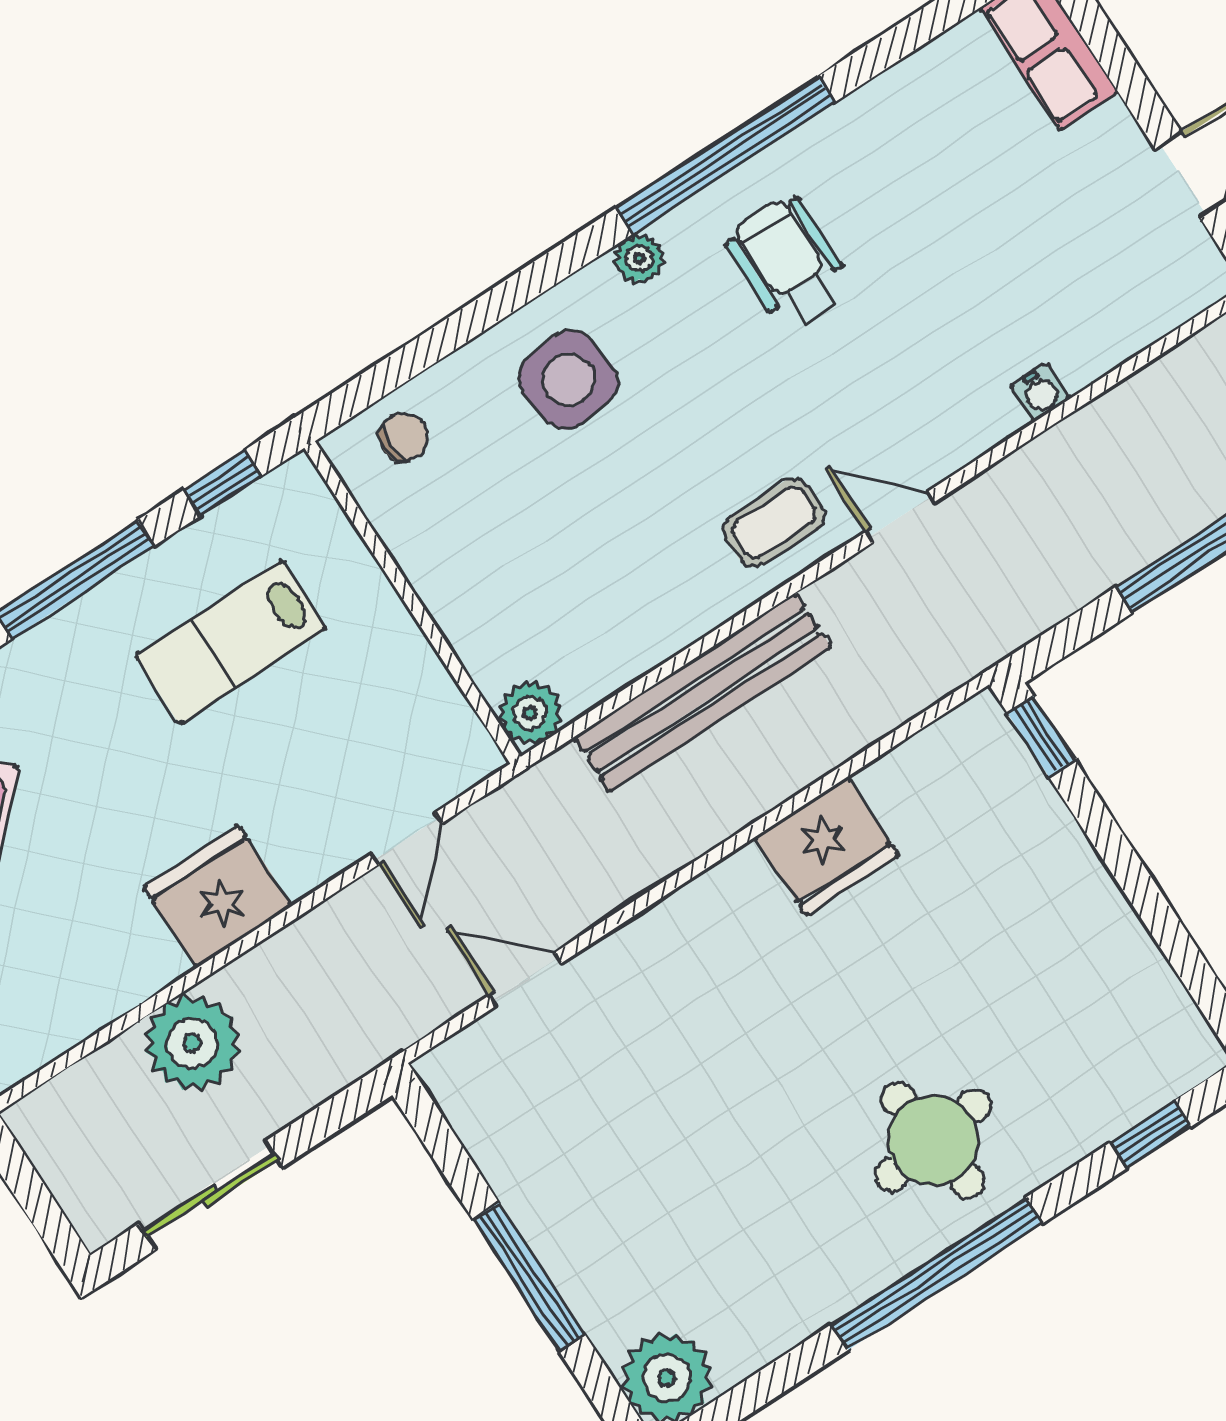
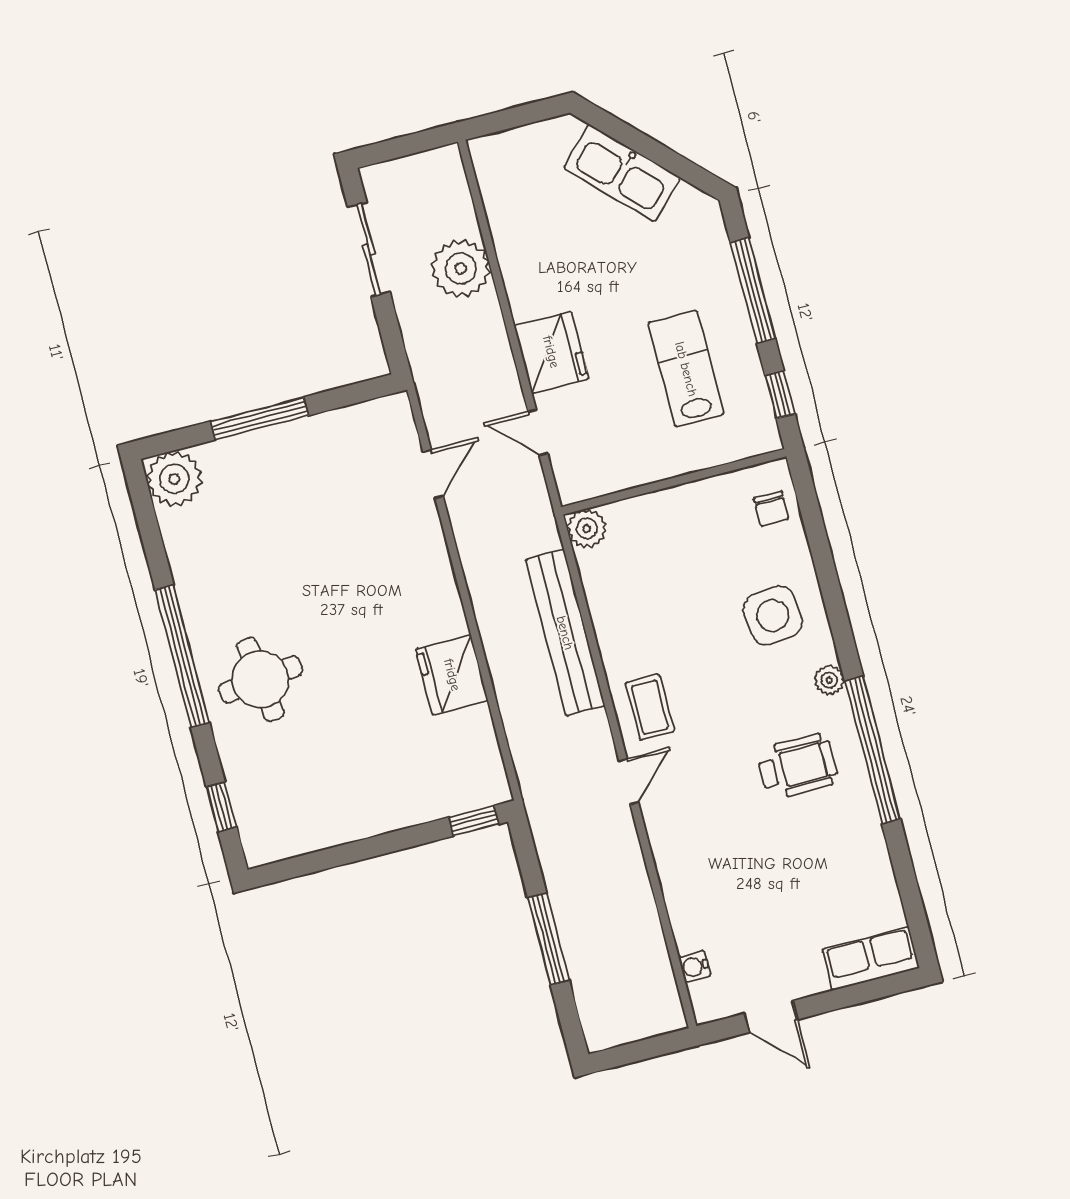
water cooler: (1040, 392) -> (695, 967), moved
fridge: (218, 897) -> (551, 352), moved

